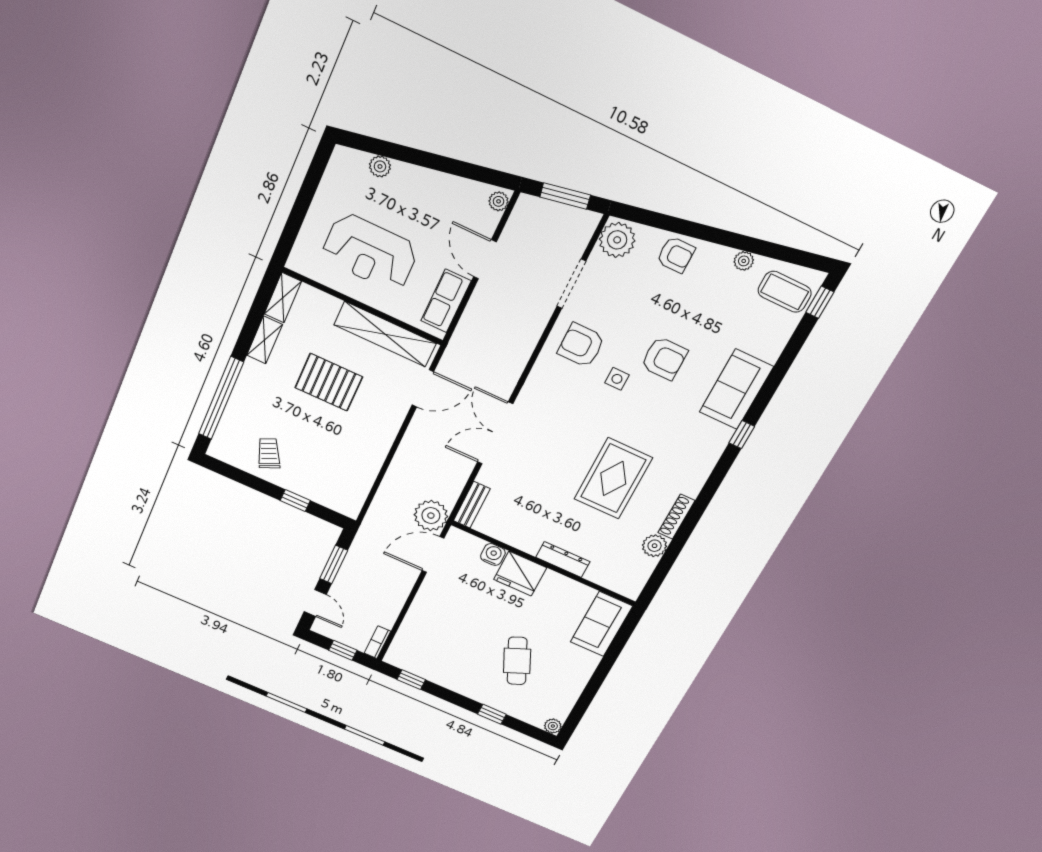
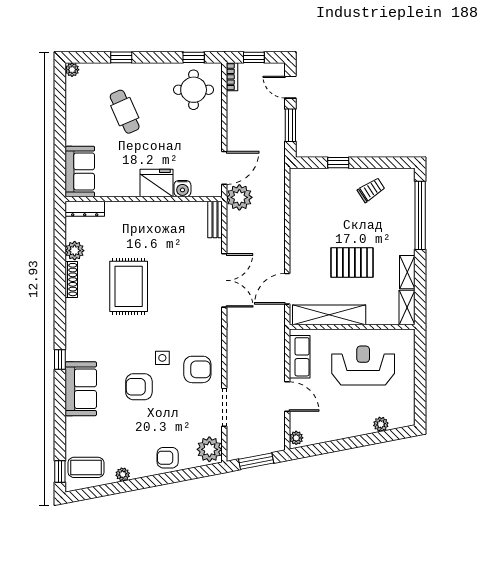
trolley: (269, 453) -> (371, 190), turned -98
dresser: (563, 560) -> (85, 209), moved
round table: (428, 648) -> (194, 90), added

